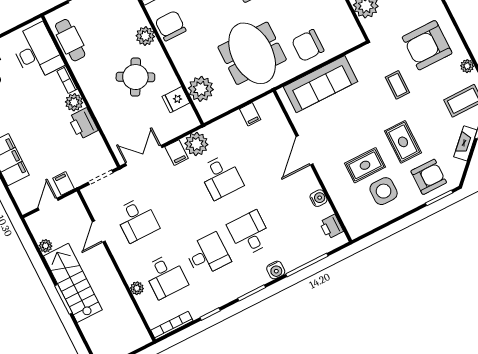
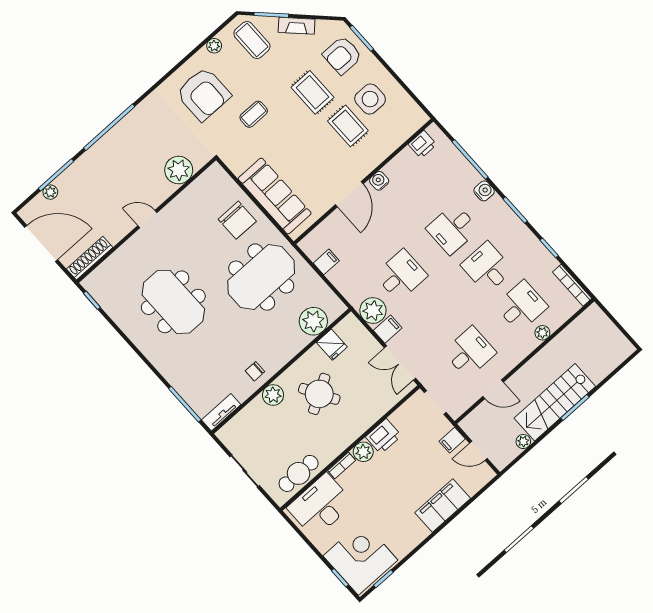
chair: (171, 26) -> (255, 371), width x0.54, depth x0.54
round table: (135, 77) -> (319, 394), turned 32
rug: (403, 142) -> (312, 92), turned 90
door: (304, 150) -> (349, 194), hinge flipped
armchair: (429, 177) -> (342, 55), turned -90
water cooler: (319, 198) -> (379, 181), moved

